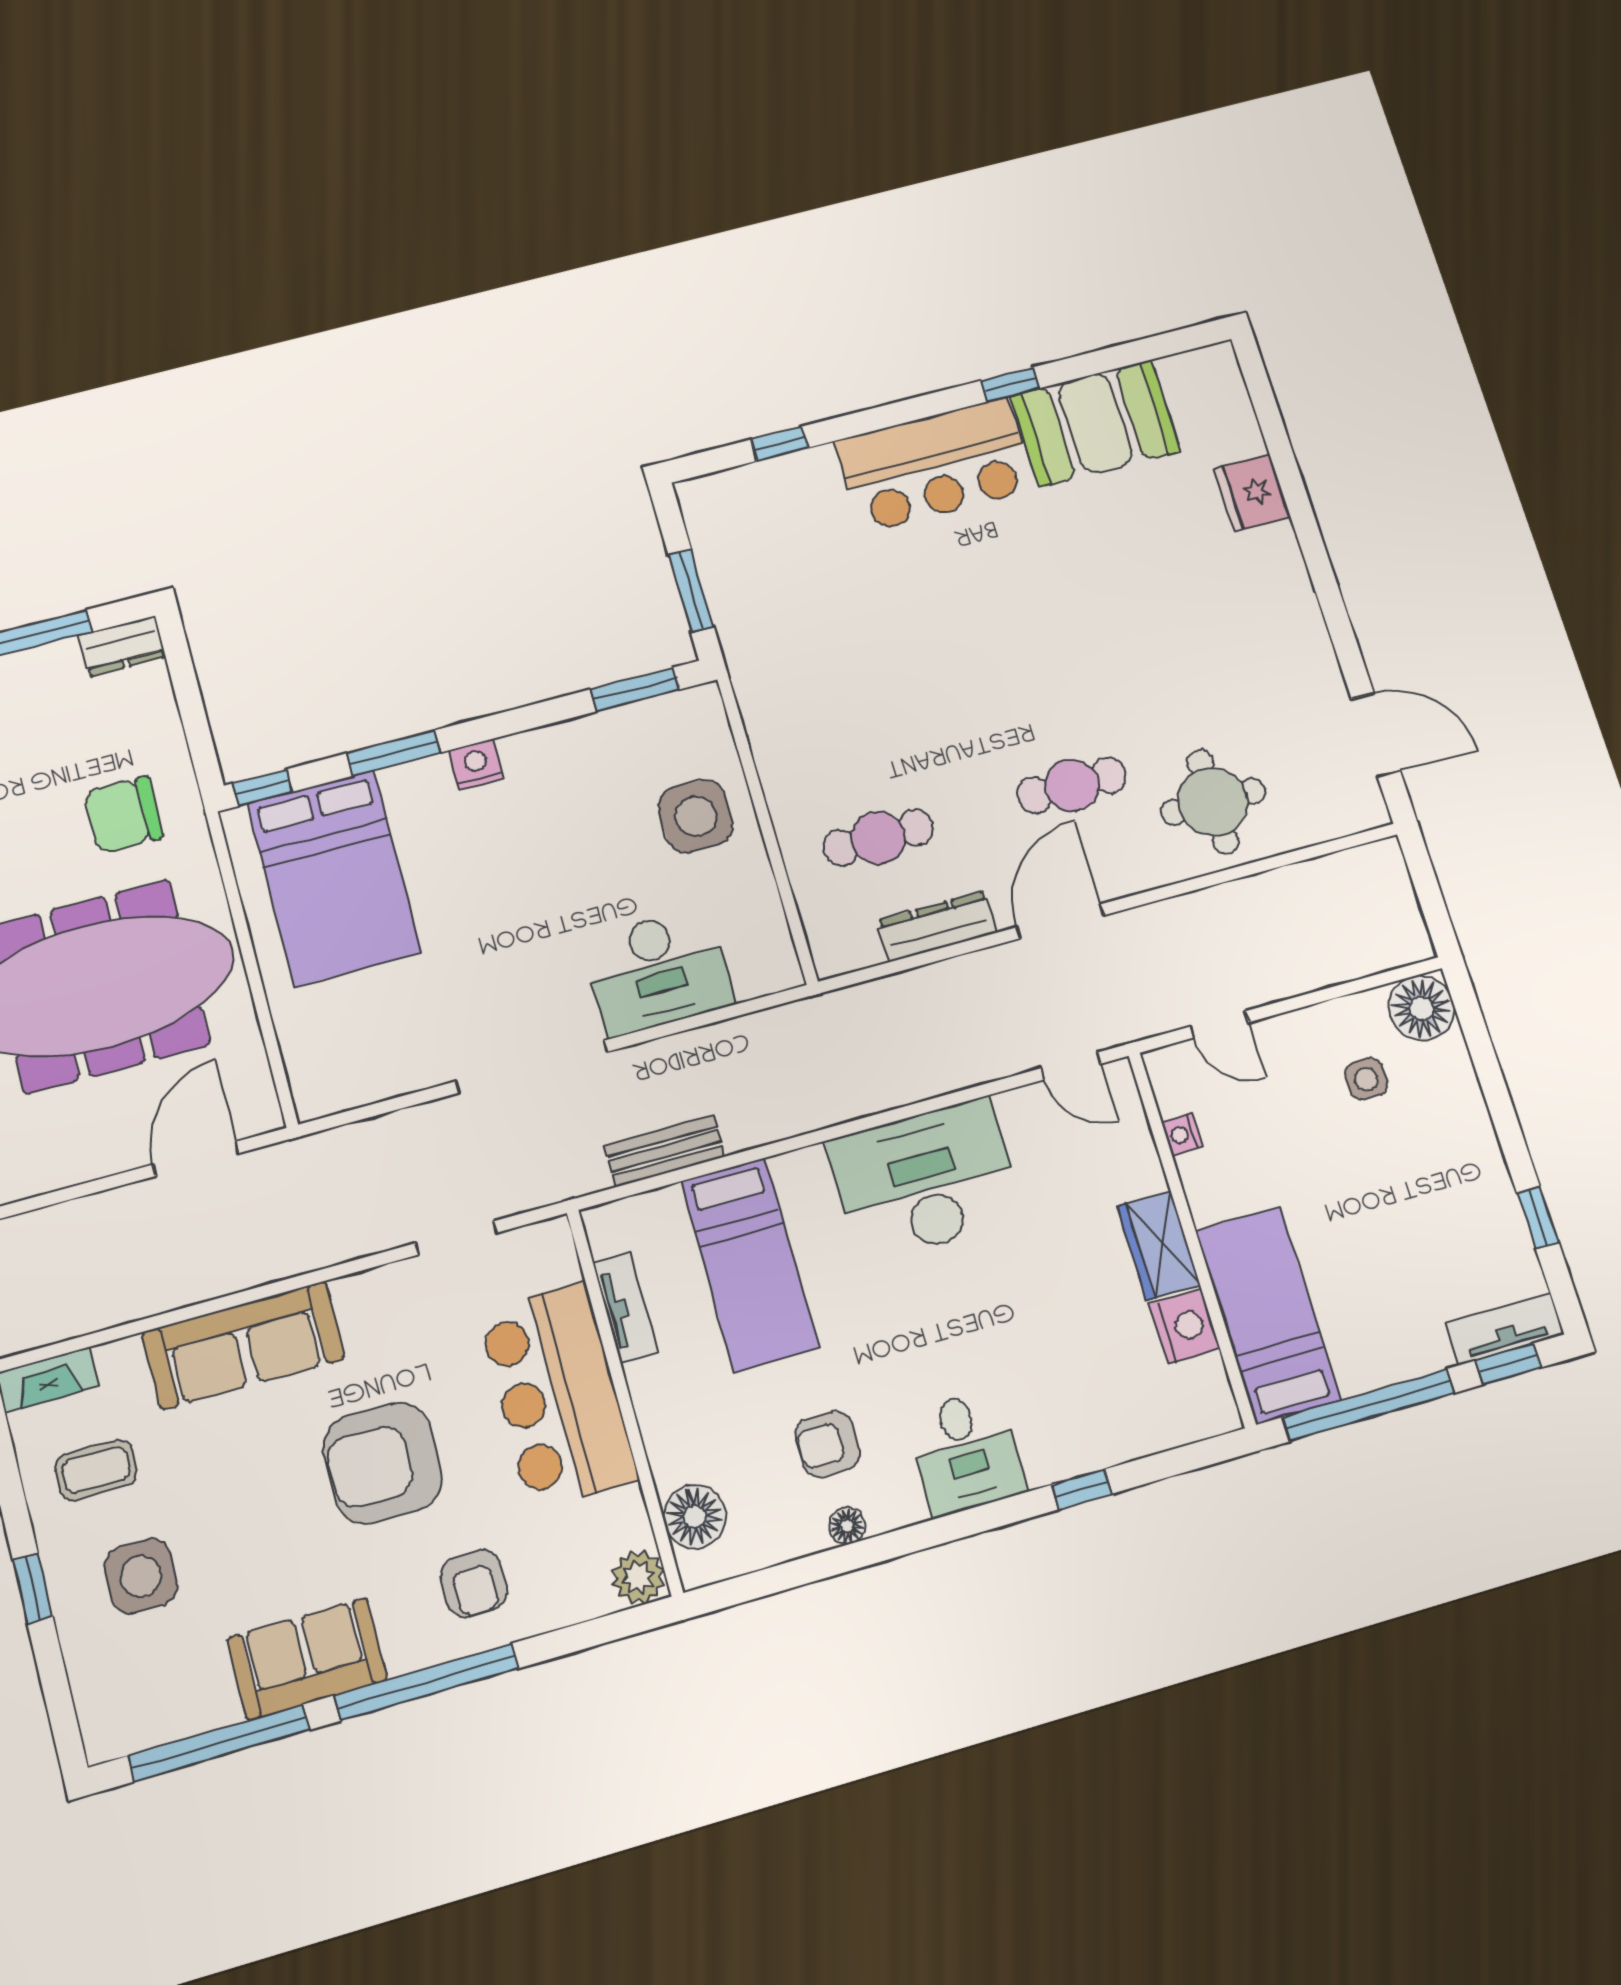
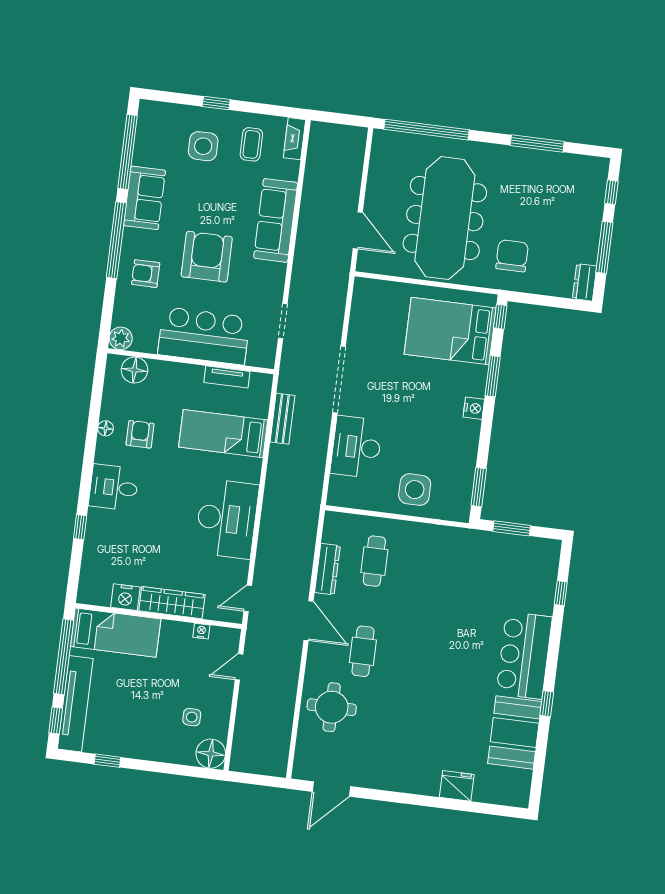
wardrobe: (1159, 1245) -> (172, 603), width x1.50
tv unit: (1505, 1329) -> (75, 704), width x1.92, depth x1.29

